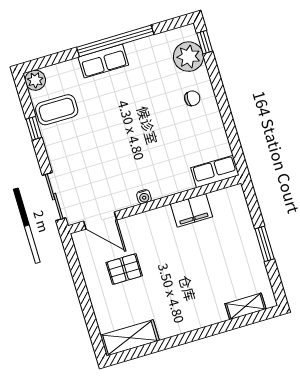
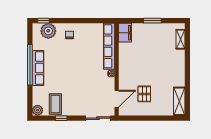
row of seats: (103, 61) -> (38, 68), width x1.48
row of seats: (215, 171) -> (109, 46), width x2.02
filing cabinet: (191, 210) -> (125, 33), moved

